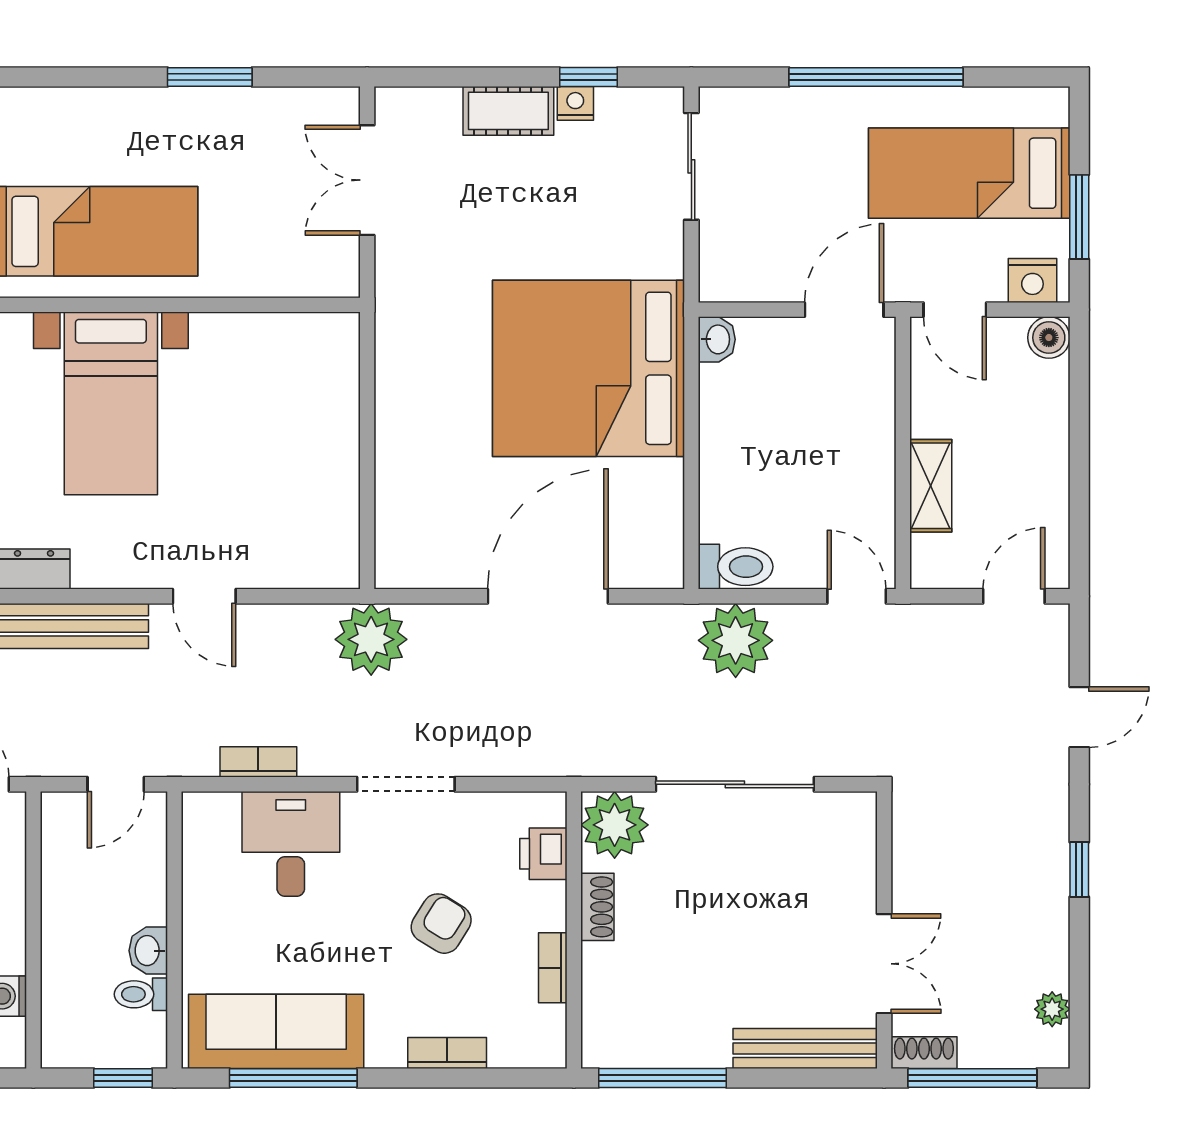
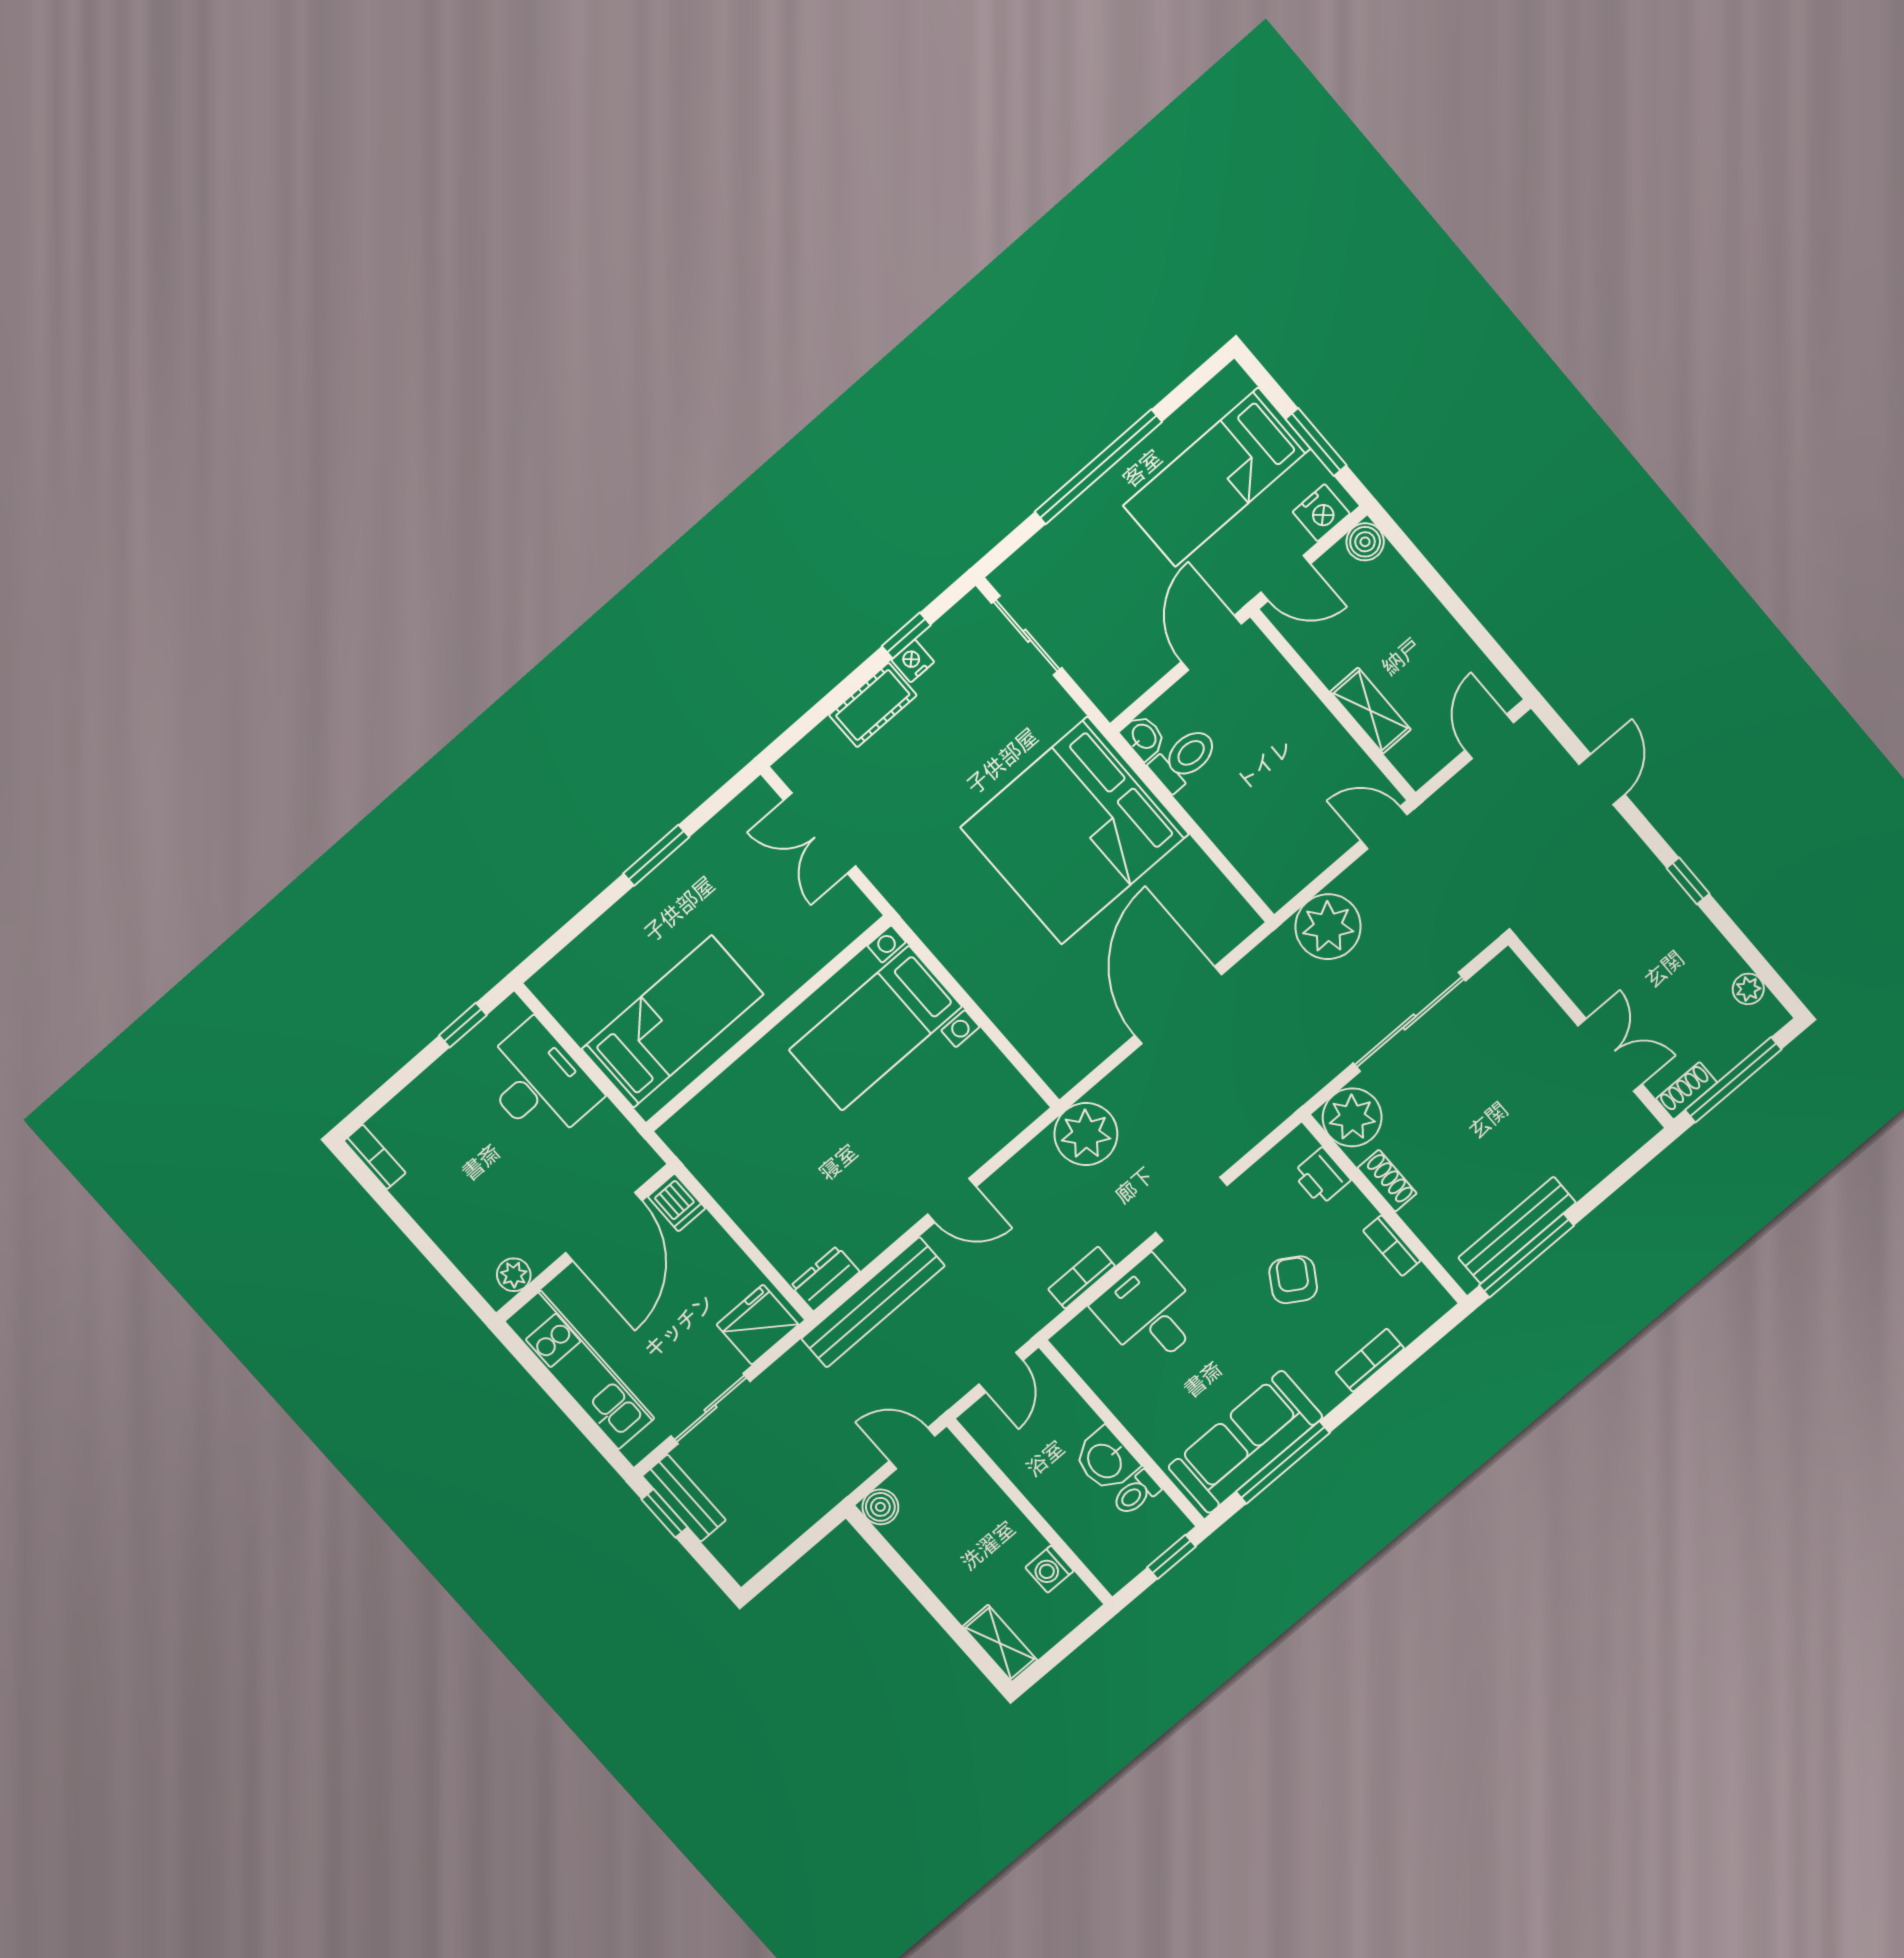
bed with nightstands: (111, 403) -> (875, 1028), moved, turned 90
toilet: (736, 567) -> (1184, 759), moved
washbasin: (148, 951) -> (1106, 1460), width x1.38, depth x1.45
bench: (805, 1048) -> (1517, 1230), moved

